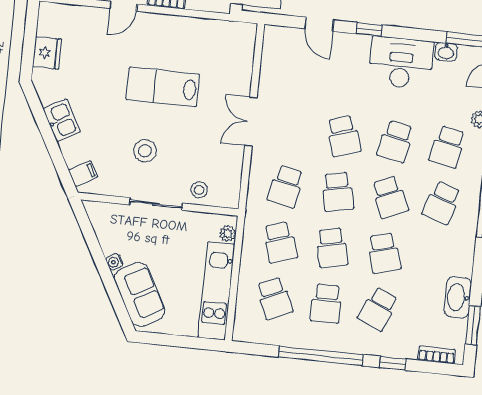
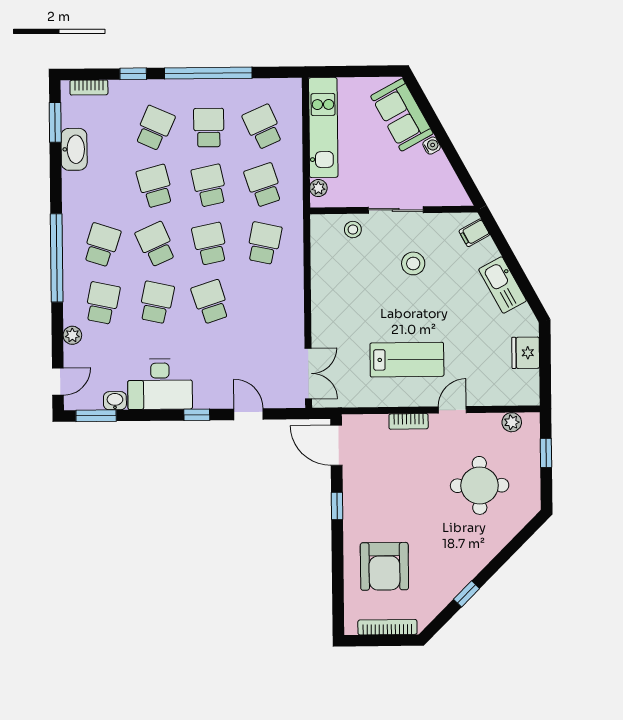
lab bench: (163, 87) -> (407, 360), moved
kitchen sink: (62, 120) -> (503, 285), width x1.38
double door: (251, 122) -> (308, 374), moved

